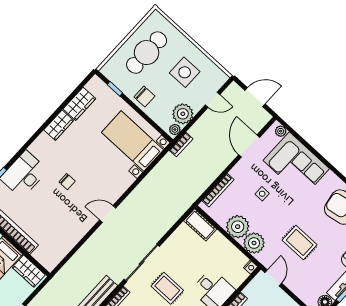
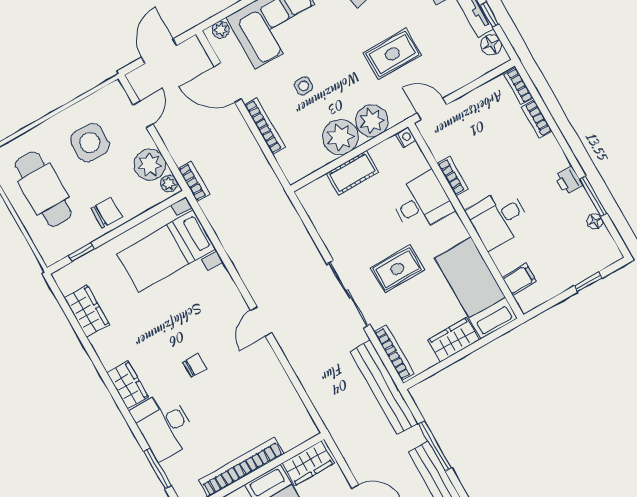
wardrobe: (59, 125) -> (128, 385), moved
bookcase: (218, 190) -> (265, 126), moved
cot: (200, 225) -> (352, 173), moved

